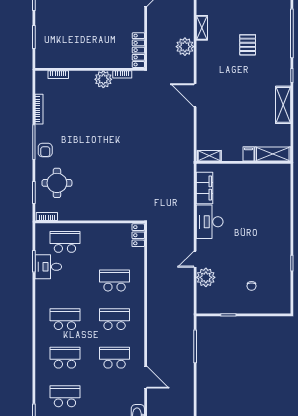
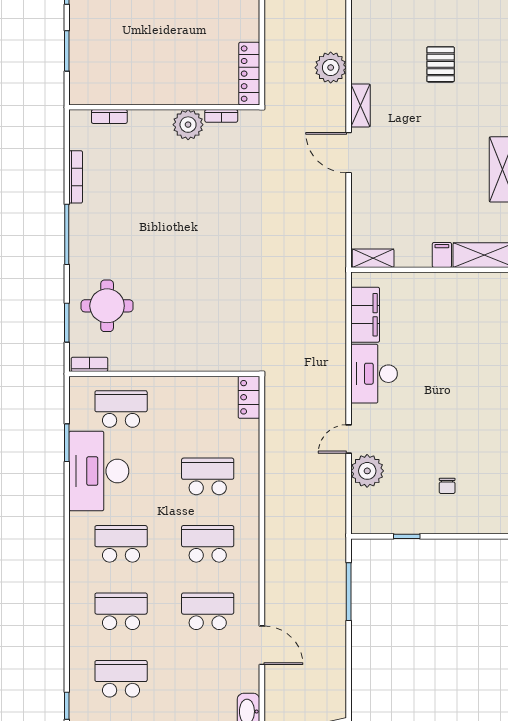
shelving: (202, 28) -> (360, 105), moved
armchair: (45, 150) -> (87, 248), removed
desk: (48, 267) -> (99, 471), width x1.87, depth x1.30

